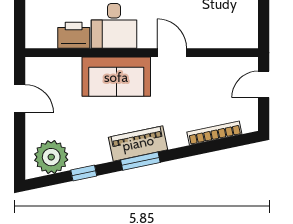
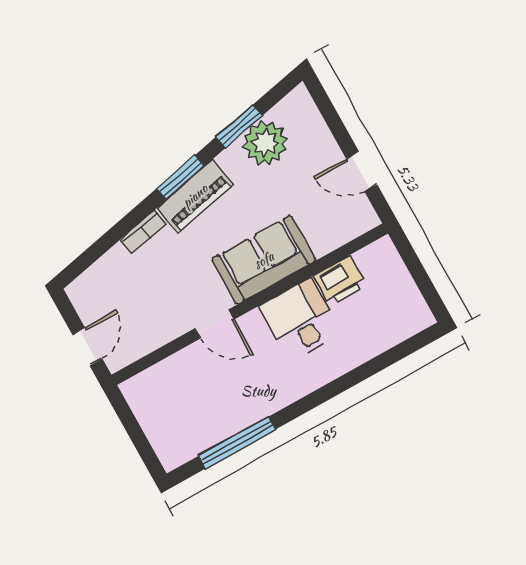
bookcase: (214, 133) -> (143, 231), moved, width x0.64
plant: (51, 157) -> (265, 143), moved
window: (84, 173) -> (239, 127), width x1.50

